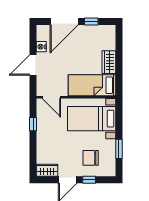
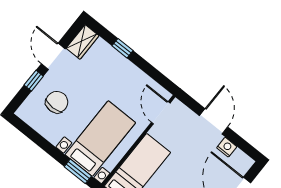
door: (51, 97) -> (161, 113), hinge flipped
window: (33, 124) -> (123, 48), moved
window: (119, 149) -> (78, 171), moved

